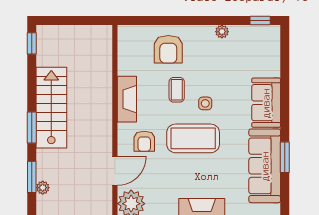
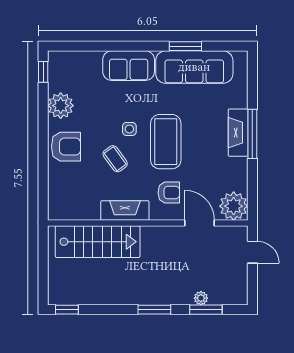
plant: (222, 32) -> (61, 106), width x1.88, depth x1.88
armchair: (168, 49) -> (66, 147), moved
coffee table: (177, 90) -> (115, 159), turned 54
stairs: (51, 108) -> (98, 242), moved, turned 180
plant: (43, 188) -> (201, 298), moved

